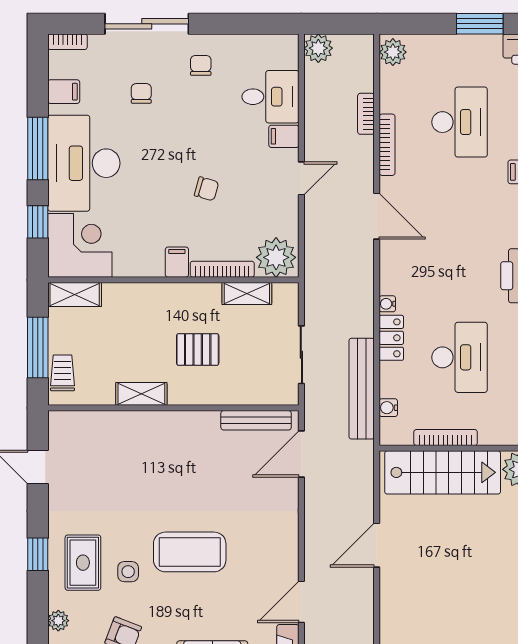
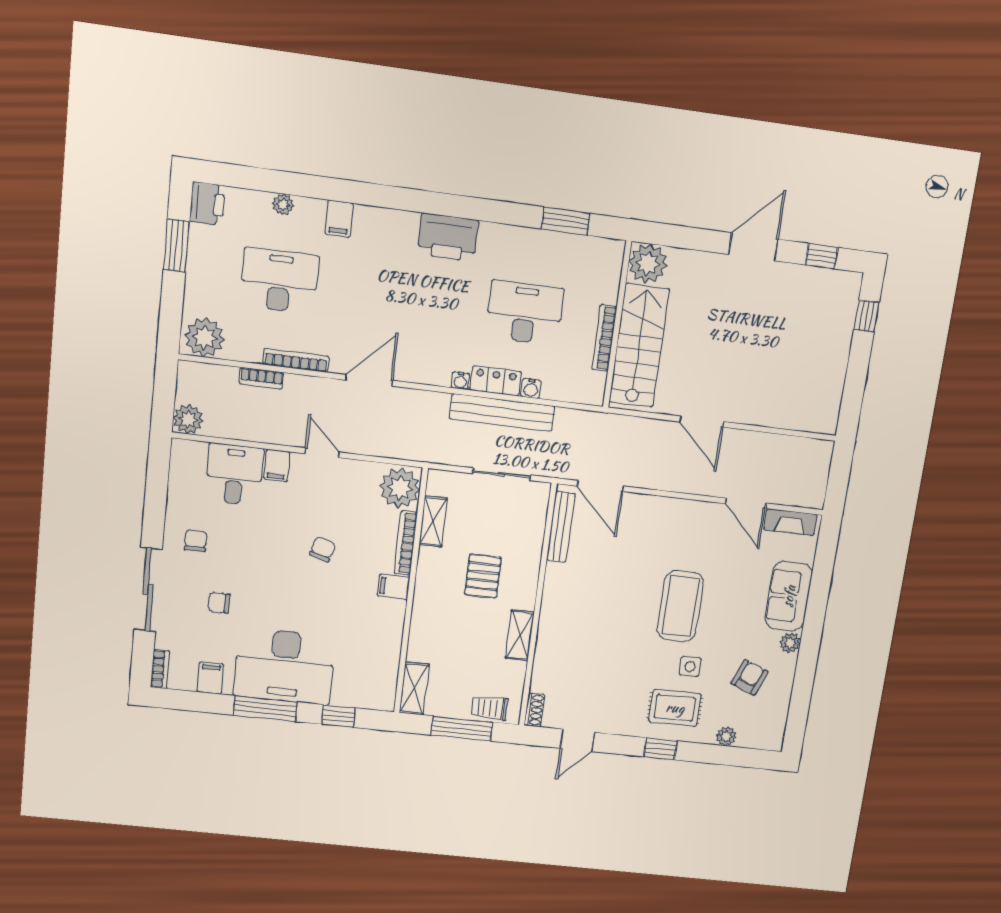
plant: (393, 52) -> (205, 337), width x1.36, depth x1.36
chair: (201, 65) -> (196, 541), turned 90
corner desk: (80, 245) -> (366, 678), removed
bench: (362, 389) -> (502, 413), moved
water cooler: (388, 408) -> (531, 388), moved
shoe rack: (65, 419) -> (535, 710), added

